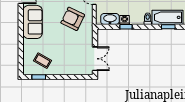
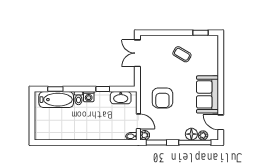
armchair: (73, 19) -> (162, 98), turned 64
washing machine: (125, 20) -> (89, 97), moved
coffee table: (42, 61) -> (182, 54), moved

